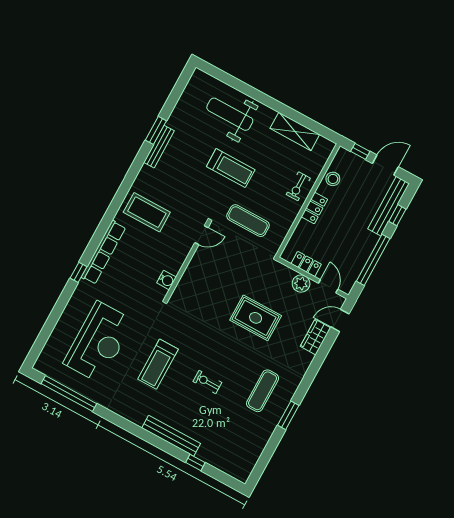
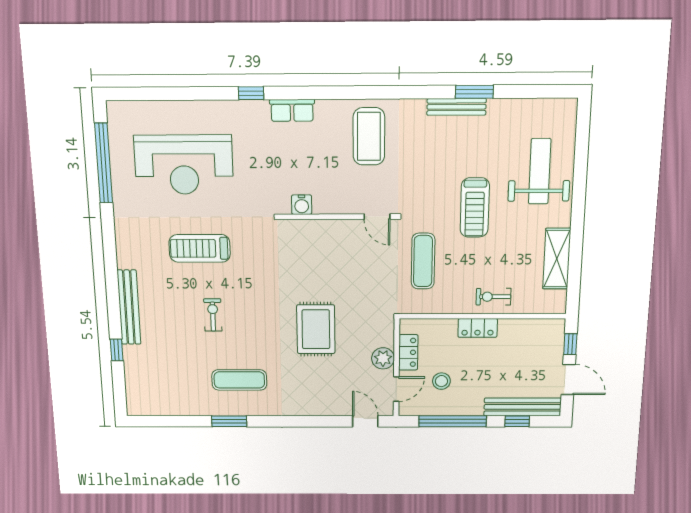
stool: (333, 179) -> (441, 381), moved
row of seats: (103, 252) -> (292, 110), width x0.50
wardrobe: (315, 337) -> (332, 405), removed

